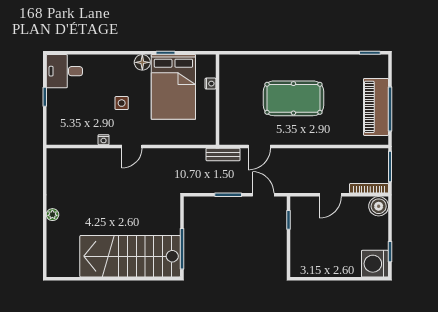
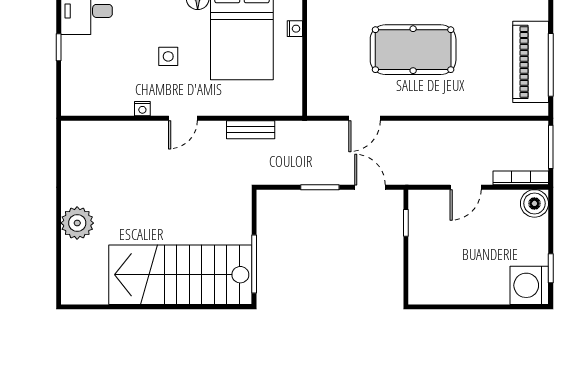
bench: (223, 154) -> (251, 130), moved
plant: (52, 215) -> (77, 223), width x1.88, depth x1.88

